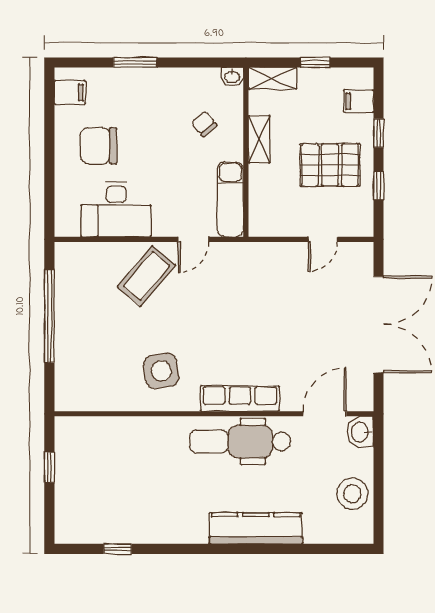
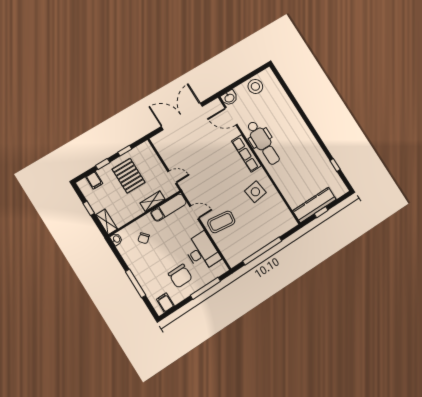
window: (135, 62) -> (136, 283), width x1.44
shelving: (259, 139) -> (153, 201), moved
window: (49, 176) -> (205, 288), added
door: (323, 239) -> (172, 177), moved
coffee table: (146, 276) -> (221, 222), turned -33
kitchen counter: (256, 528) -> (314, 205), moved, turned 90

